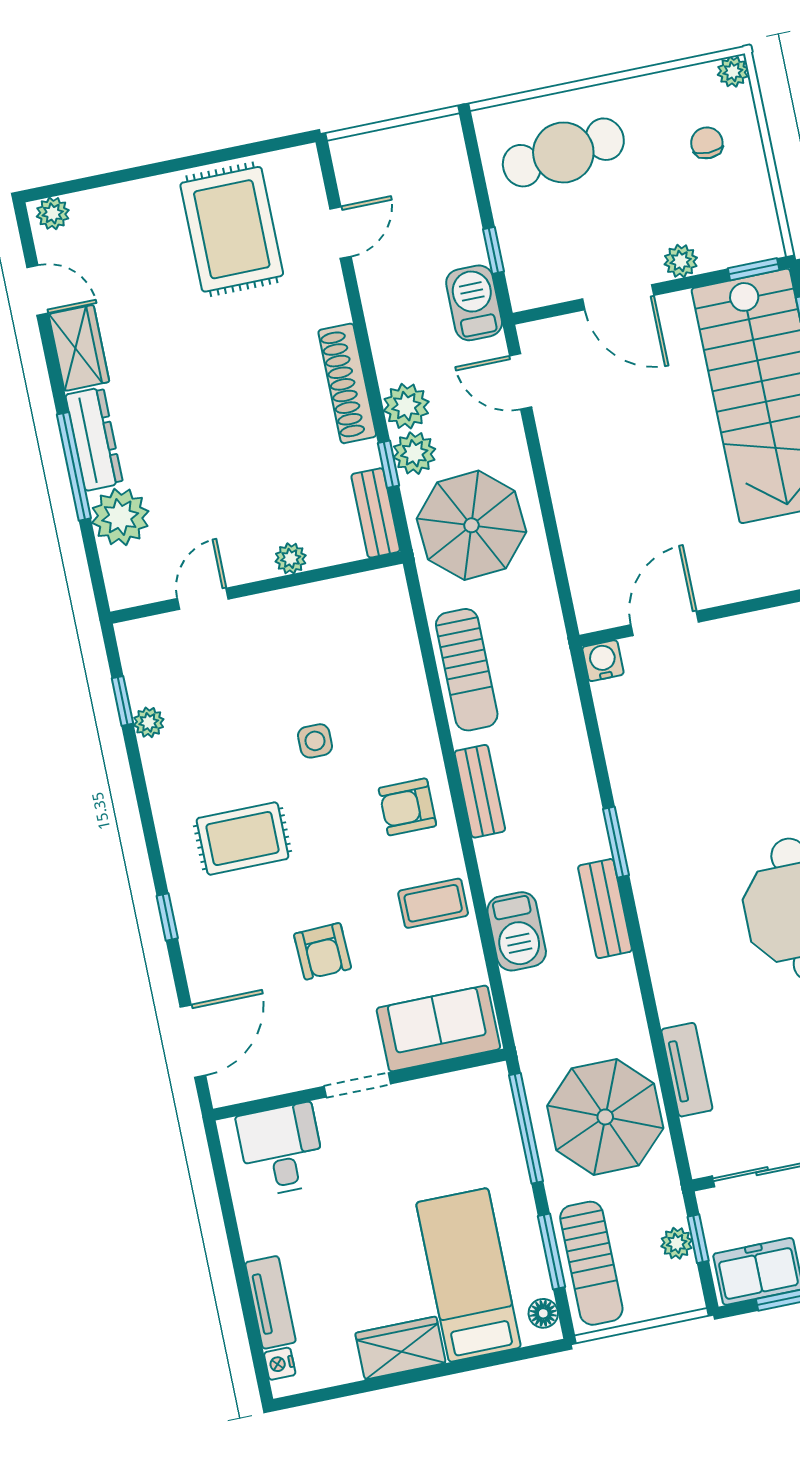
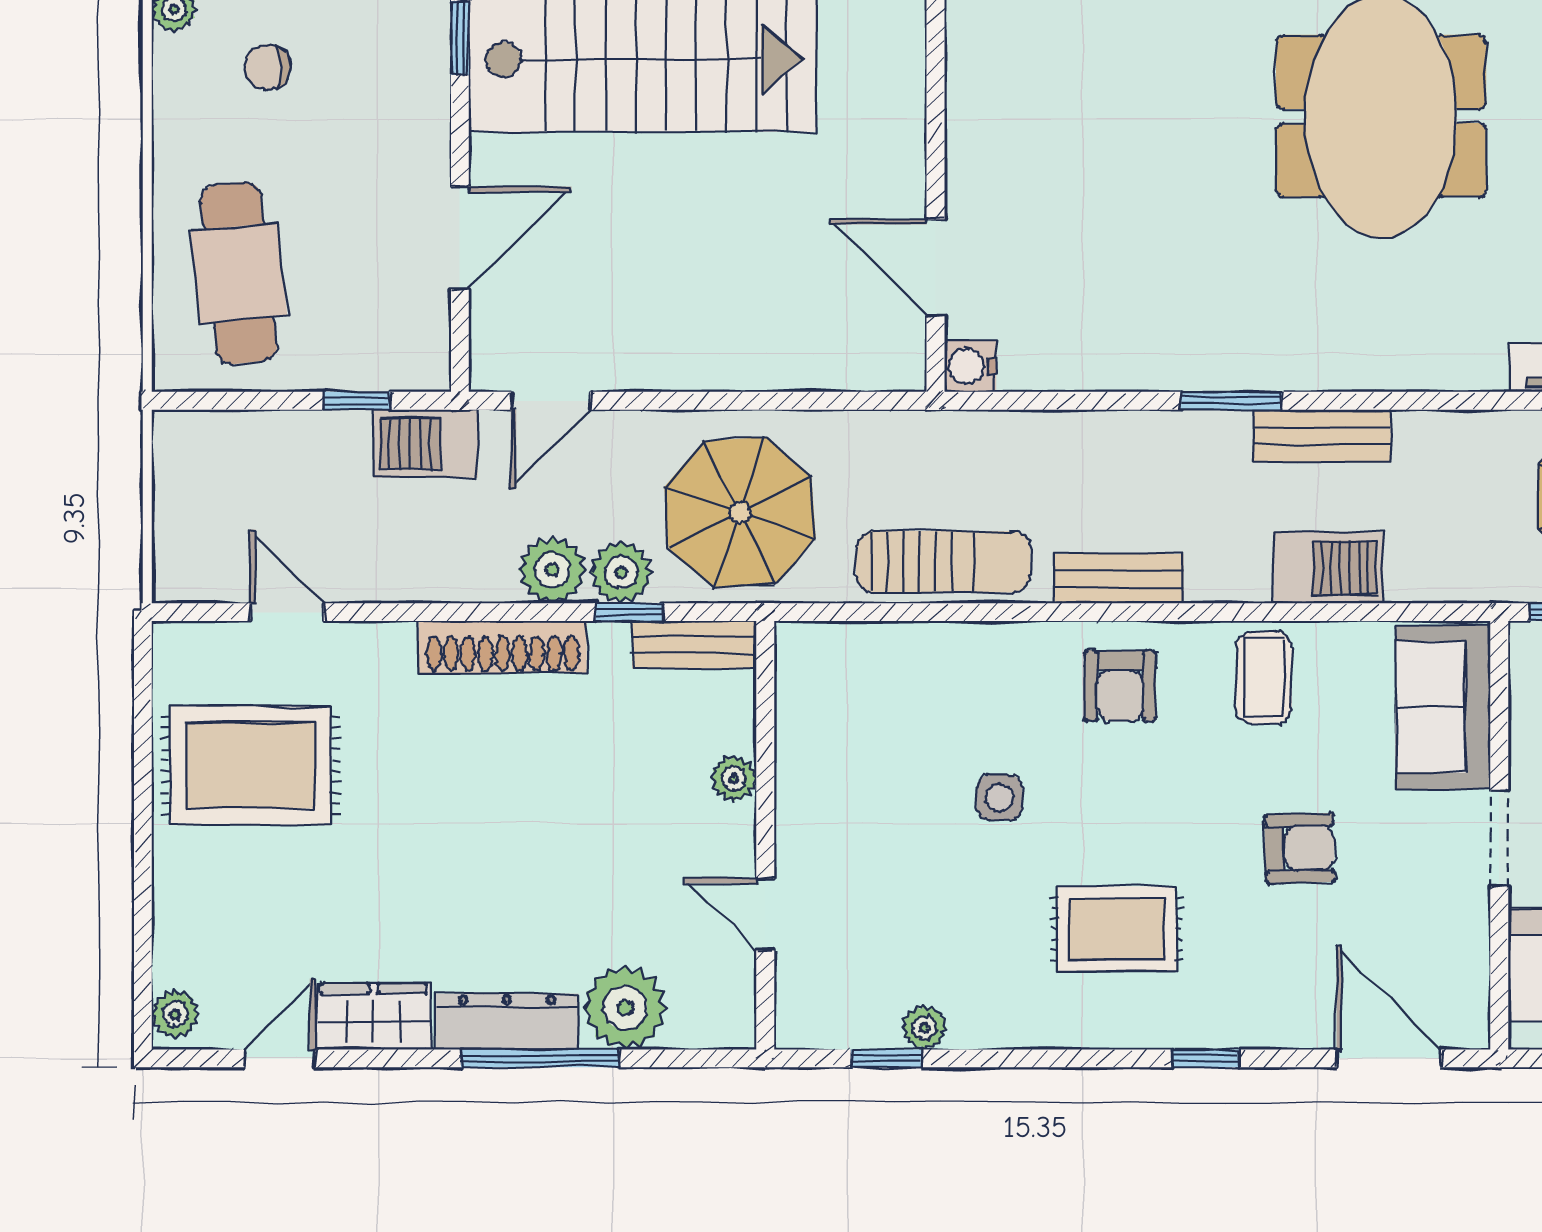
plant: (681, 261) -> (427, 139), removed
rug: (243, 839) -> (1116, 929), turned 90

